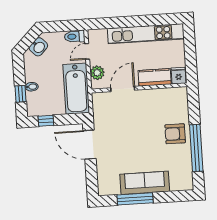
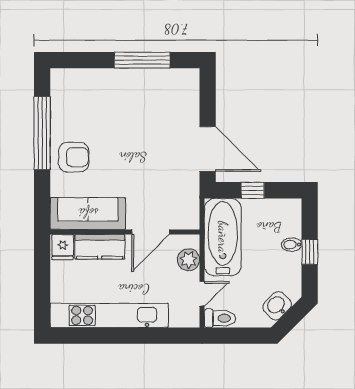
window: (20, 94) -> (310, 252), moved
window: (46, 121) -> (253, 190), moved
sofa: (145, 183) -> (88, 213), moved, turned 180

